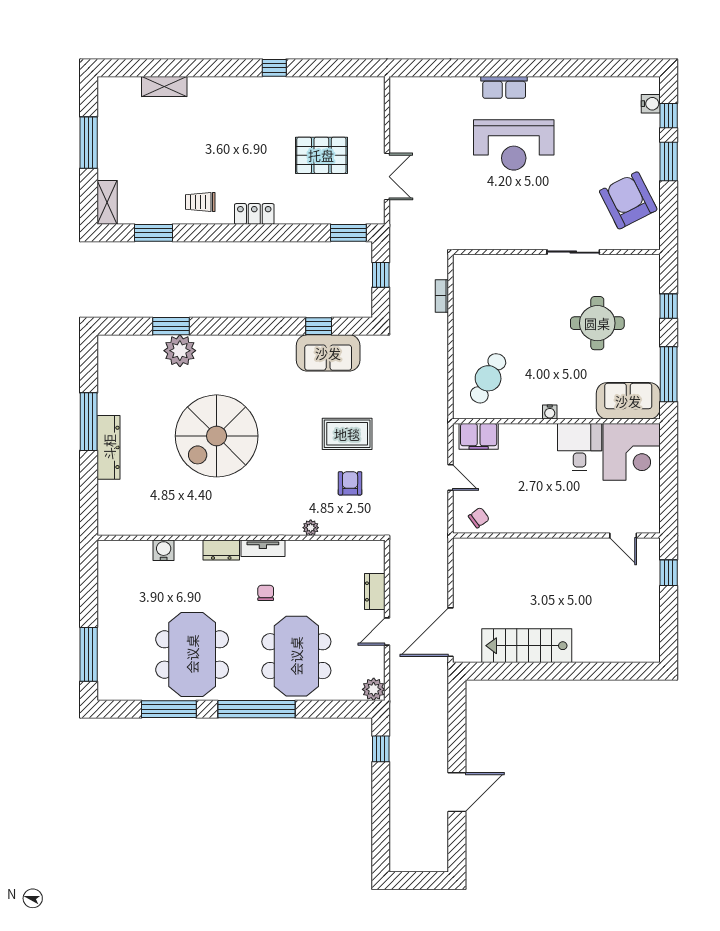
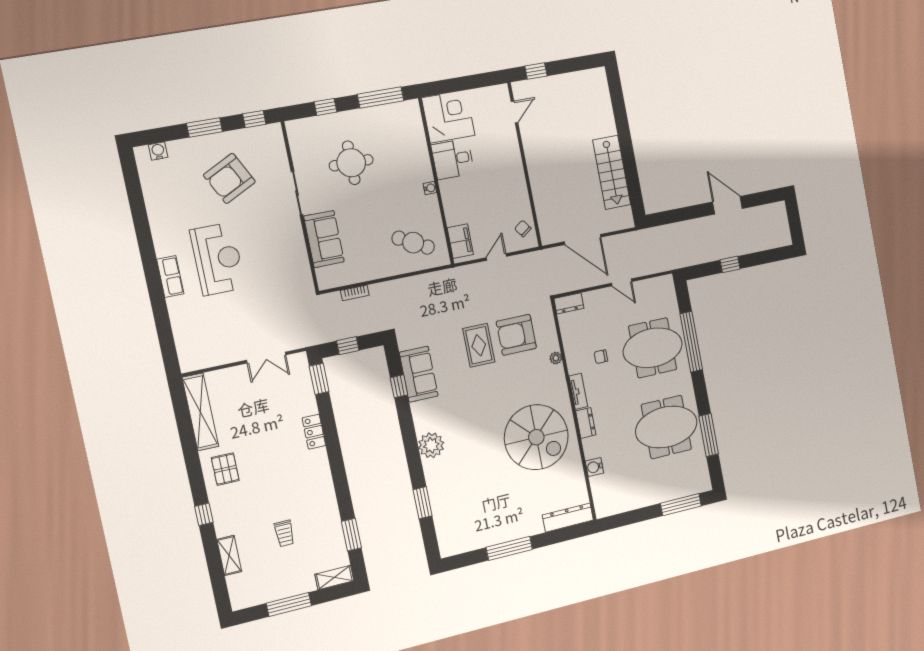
window: (274, 68) -> (204, 514), moved
shelving: (340, 89) -> (200, 412), added
window: (669, 116) -> (254, 119), moved
pallet: (321, 155) -> (225, 469), moved, width x0.67, depth x0.71
double door: (387, 177) -> (266, 358), swing flipped
armchair: (628, 200) -> (229, 178), moved
trolley: (200, 202) -> (284, 533), moved
locker: (254, 214) -> (314, 432), moved
plant: (180, 351) -> (431, 445), moved
sofa: (628, 401) -> (324, 239), moved, turned 180
spiral stairs: (217, 436) -> (536, 437), moved
dresser: (109, 447) -> (568, 517), moved
armchair: (350, 483) -> (516, 335), width x1.88, depth x1.88
dresser: (375, 592) -> (569, 303), moved
chair: (266, 593) -> (601, 357), moved
door: (451, 632) -> (583, 239), moved
plant: (374, 689) -> (666, 284), removed
window: (257, 709) -> (691, 342), moved
window: (381, 749) -> (730, 264), moved

